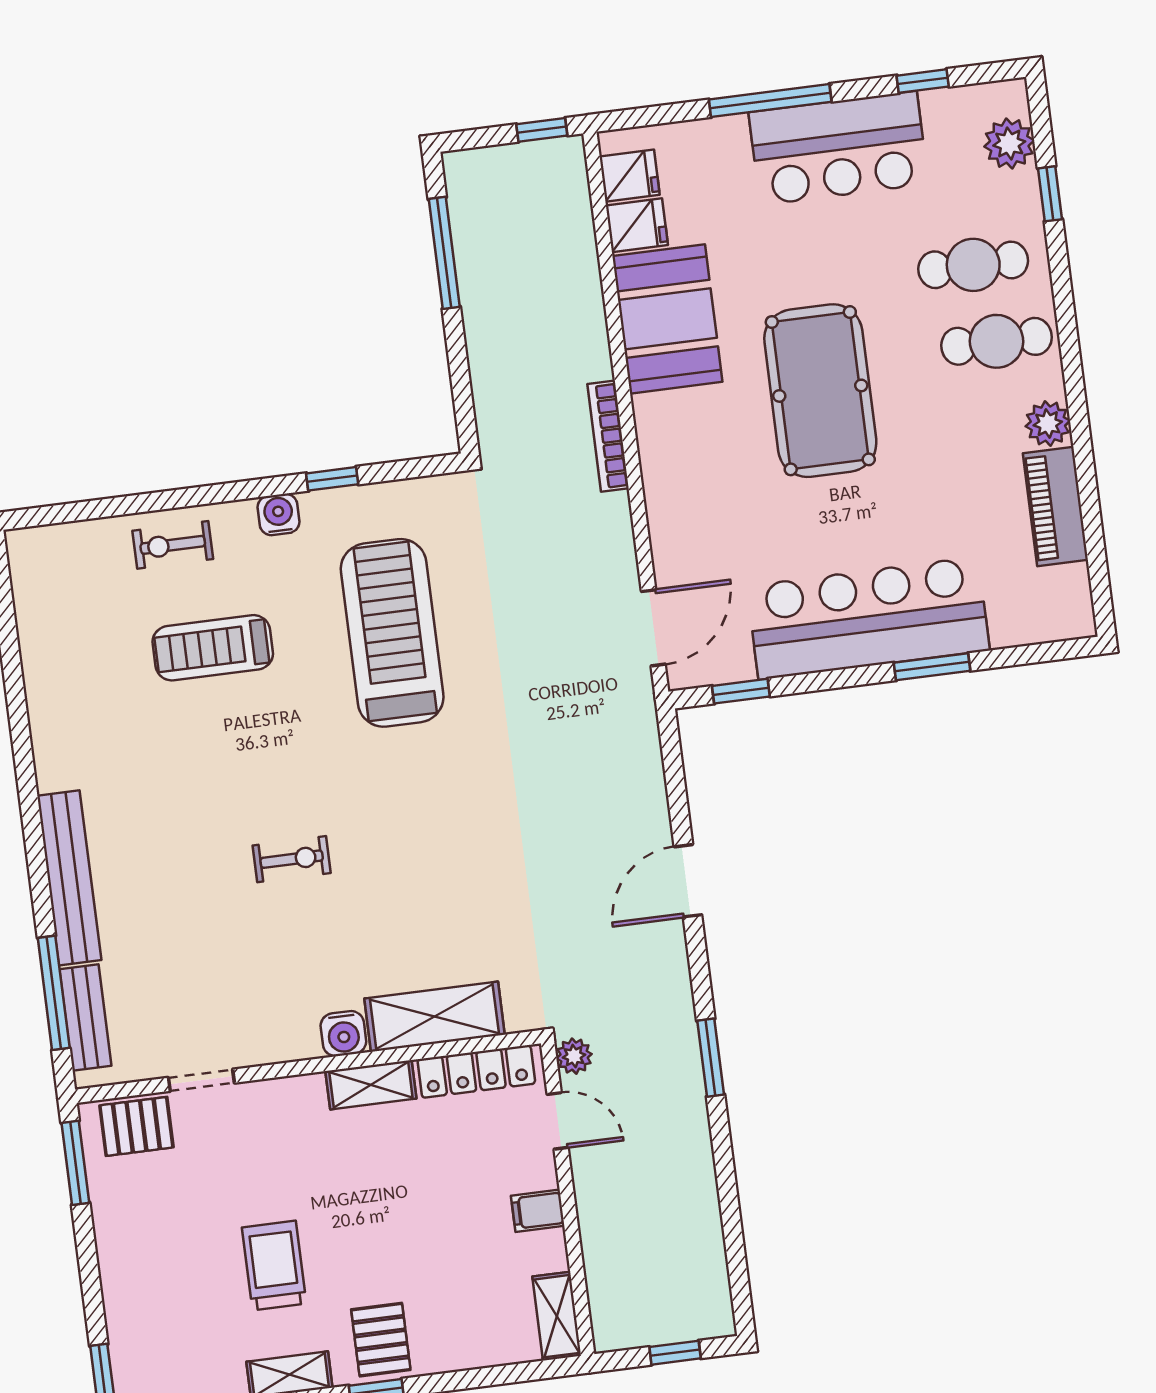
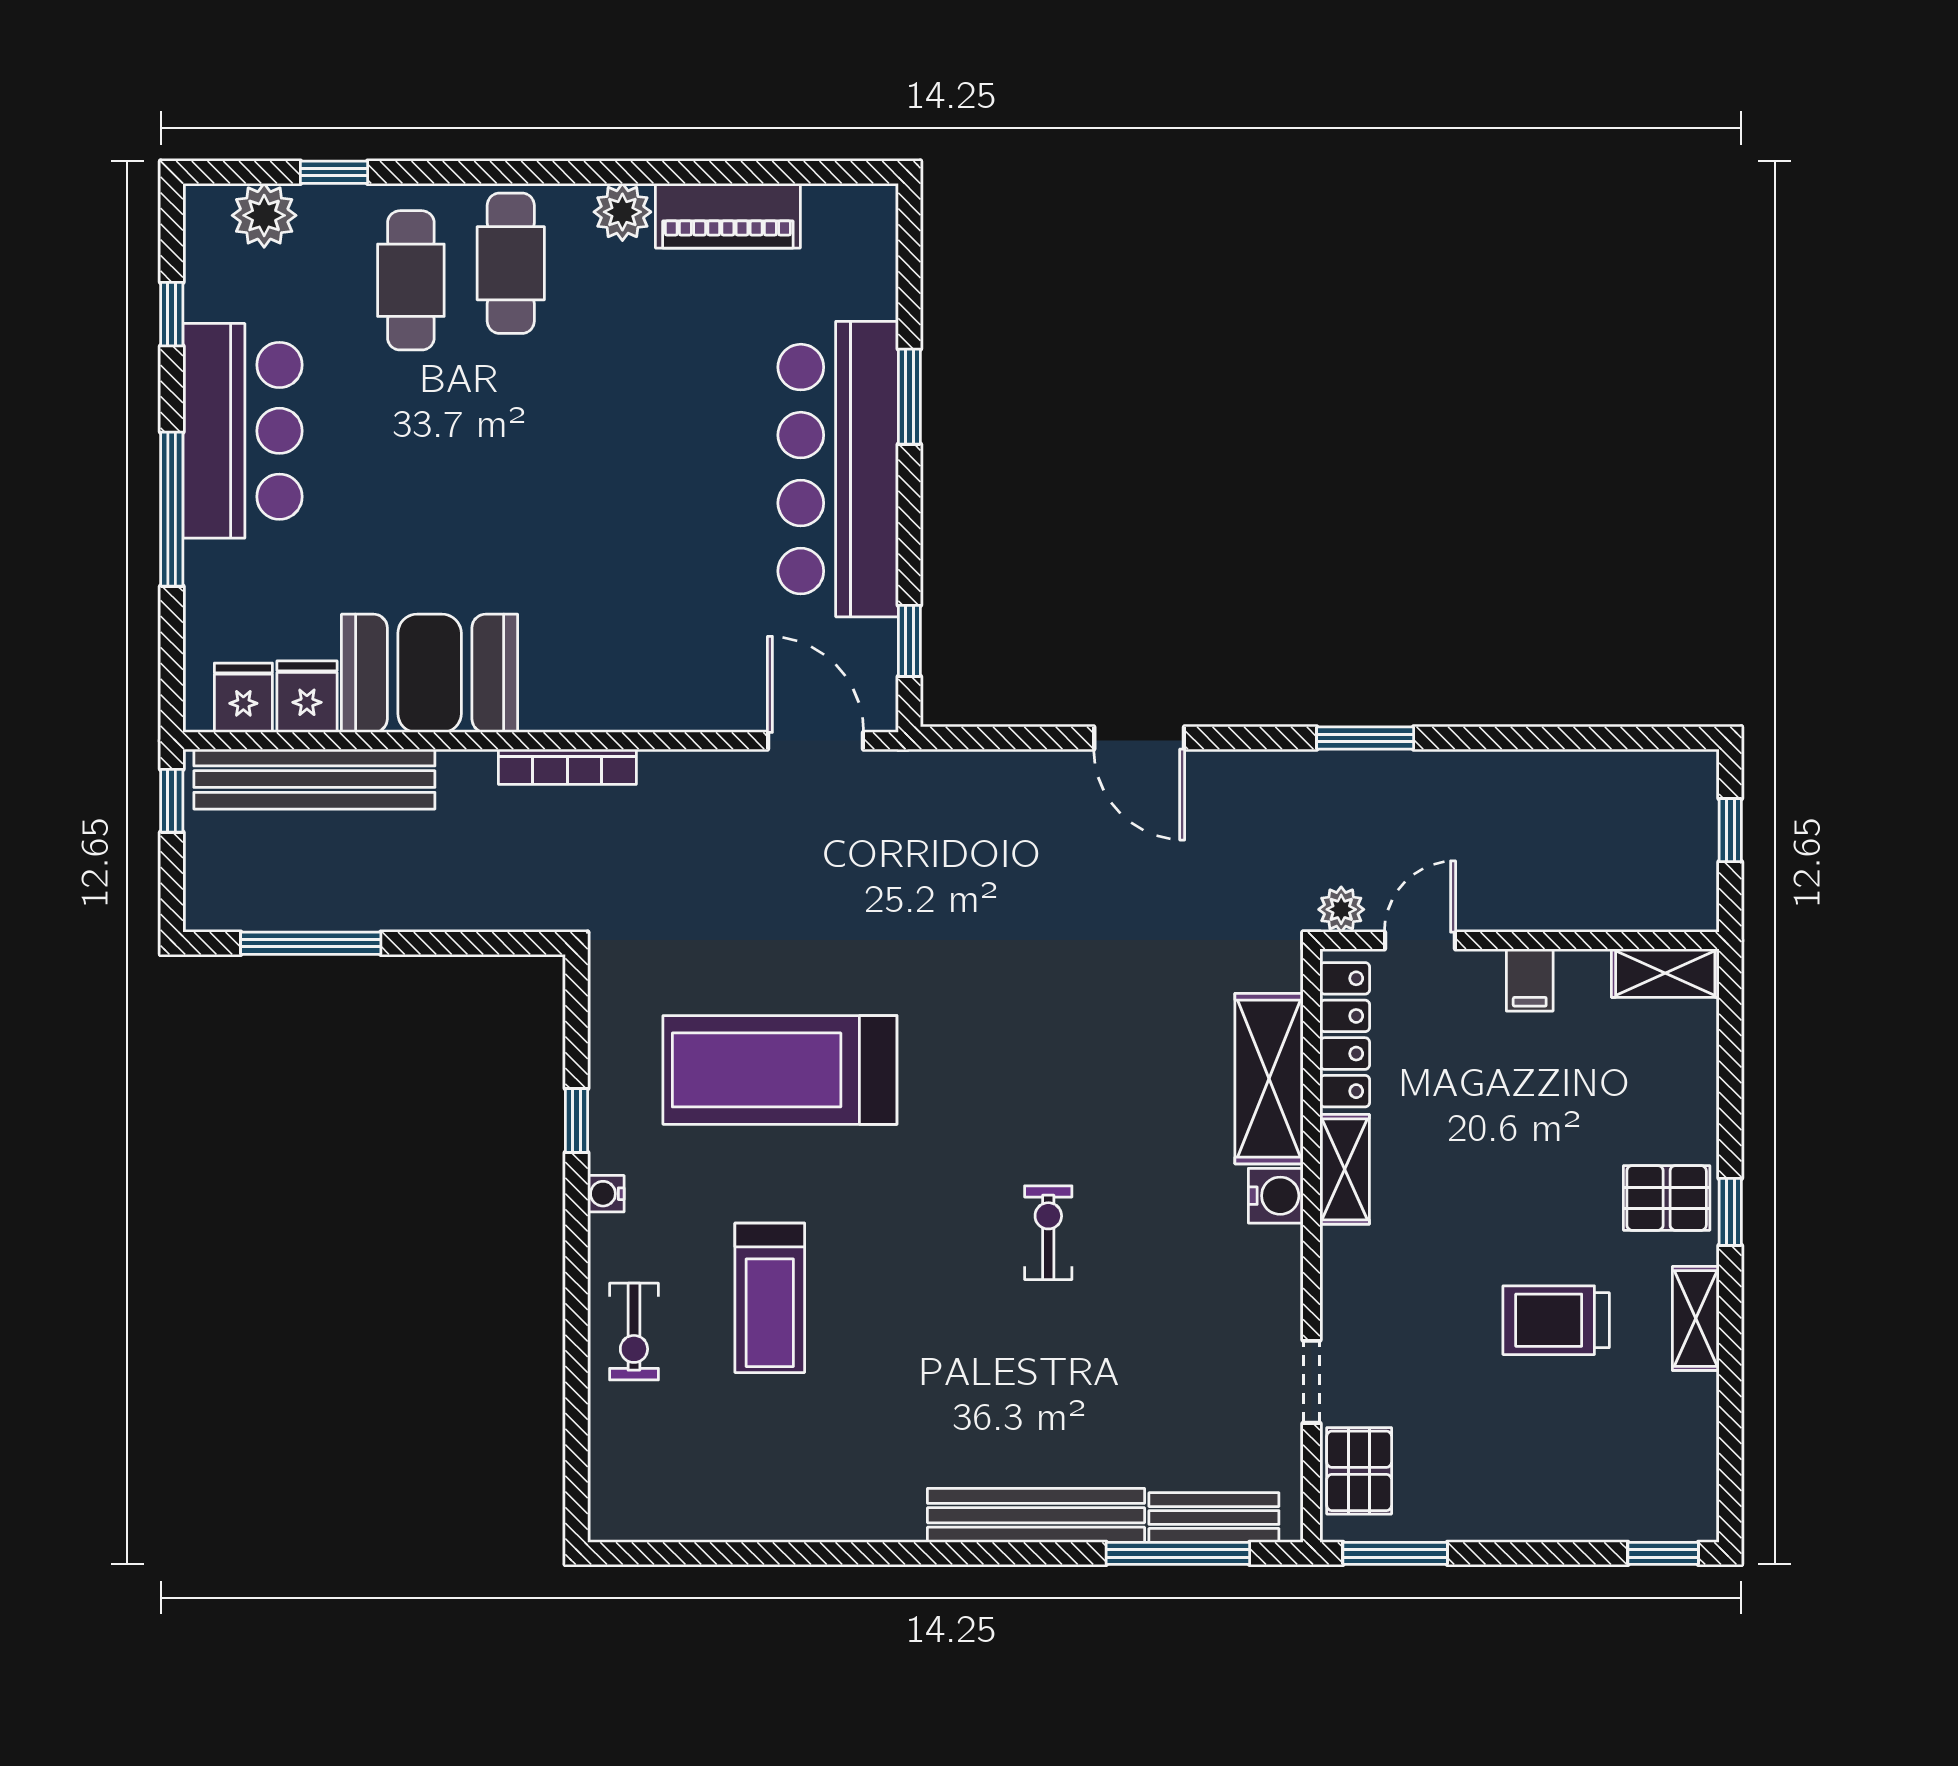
bench: (573, 239) -> (314, 779), added
pool table: (820, 391) -> (544, 493), removed
water cooler: (279, 515) -> (606, 1194), width x0.72, depth x0.72

